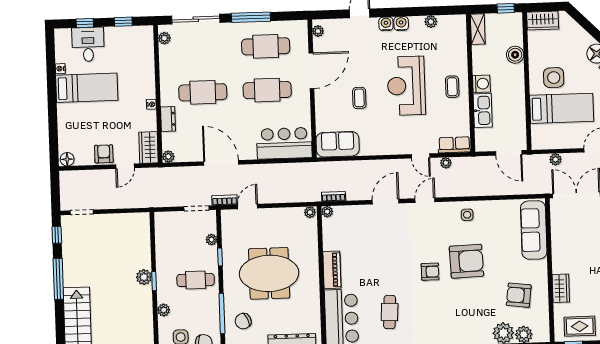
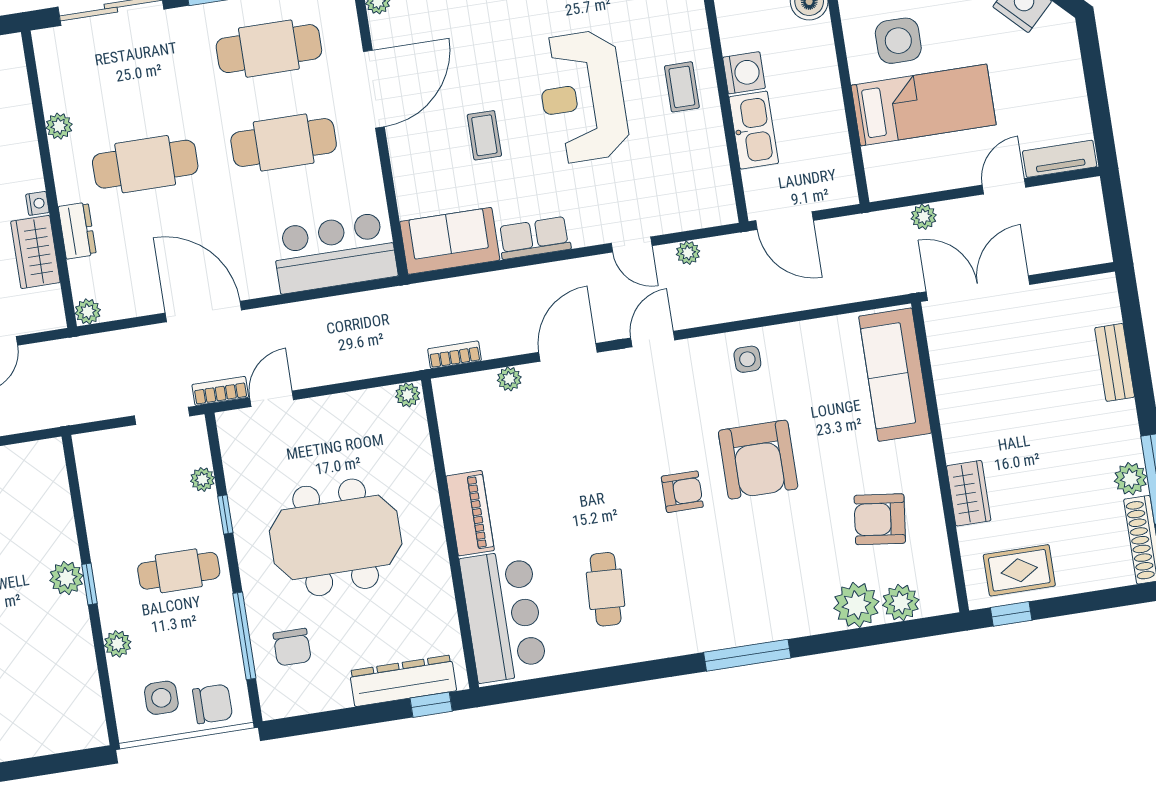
plant: (164, 38) -> (59, 126), moved
row of seats: (454, 145) -> (534, 238), moved
wardrobe: (148, 147) -> (35, 252), moved
door: (509, 153) -> (784, 221), moved
plant: (327, 212) -> (509, 379), moved
armchair: (466, 261) -> (758, 460), turned 92
chair: (243, 321) -> (292, 647), turned -65

